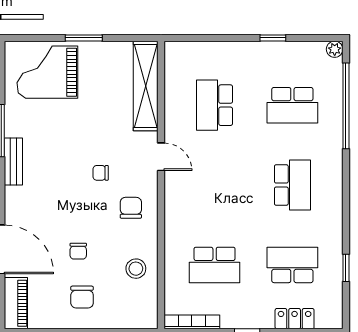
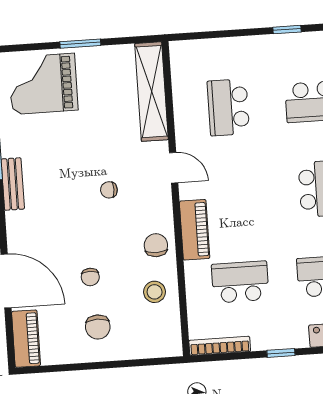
chair: (131, 208) -> (156, 245), moved
piano: (176, 215) -> (195, 230), added
school desk: (215, 265) -> (240, 282), turned 180

